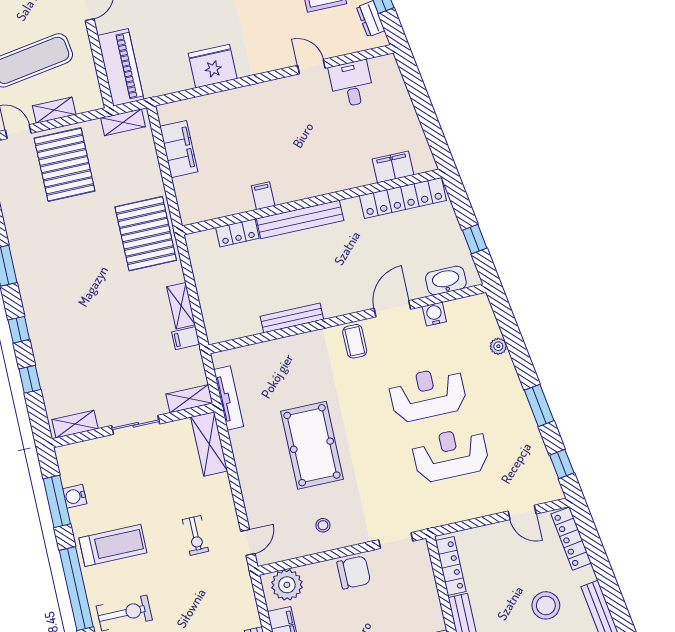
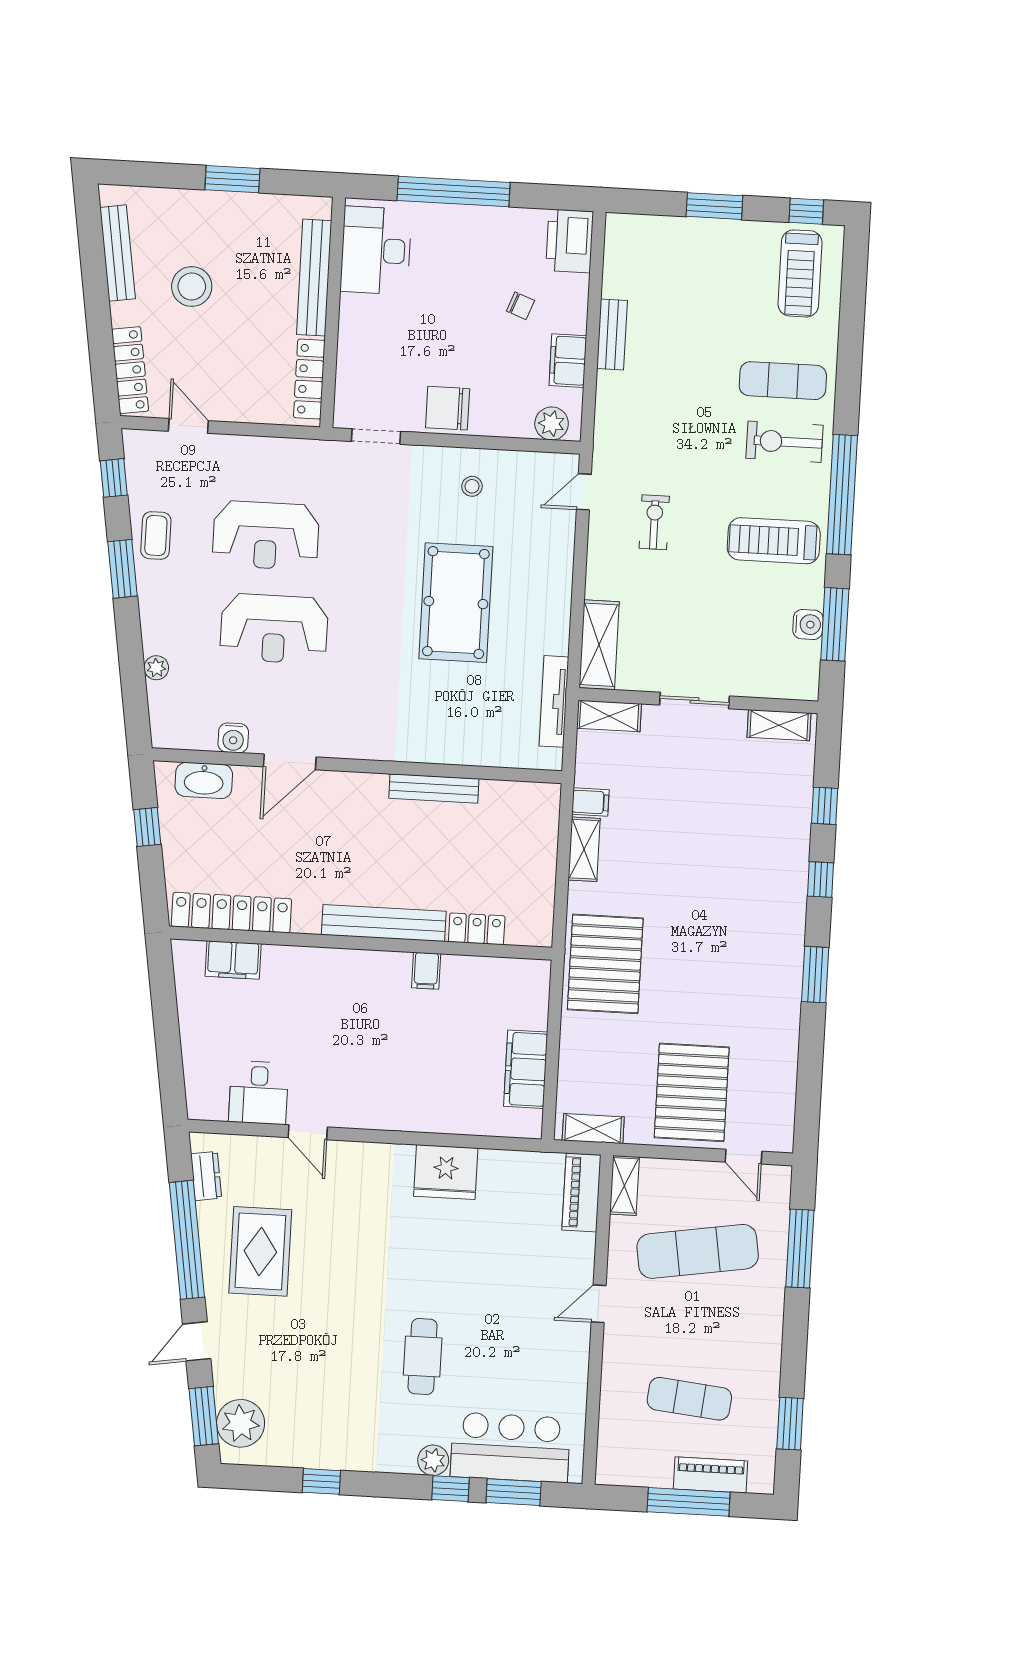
piano: (121, 67) -> (581, 1192), width x0.73, depth x0.75
shelving: (54, 110) -> (624, 1185), moved, turned 90
coffee table: (355, 341) -> (156, 536), moved
plant: (287, 585) -> (552, 424), width x0.73, depth x0.73

